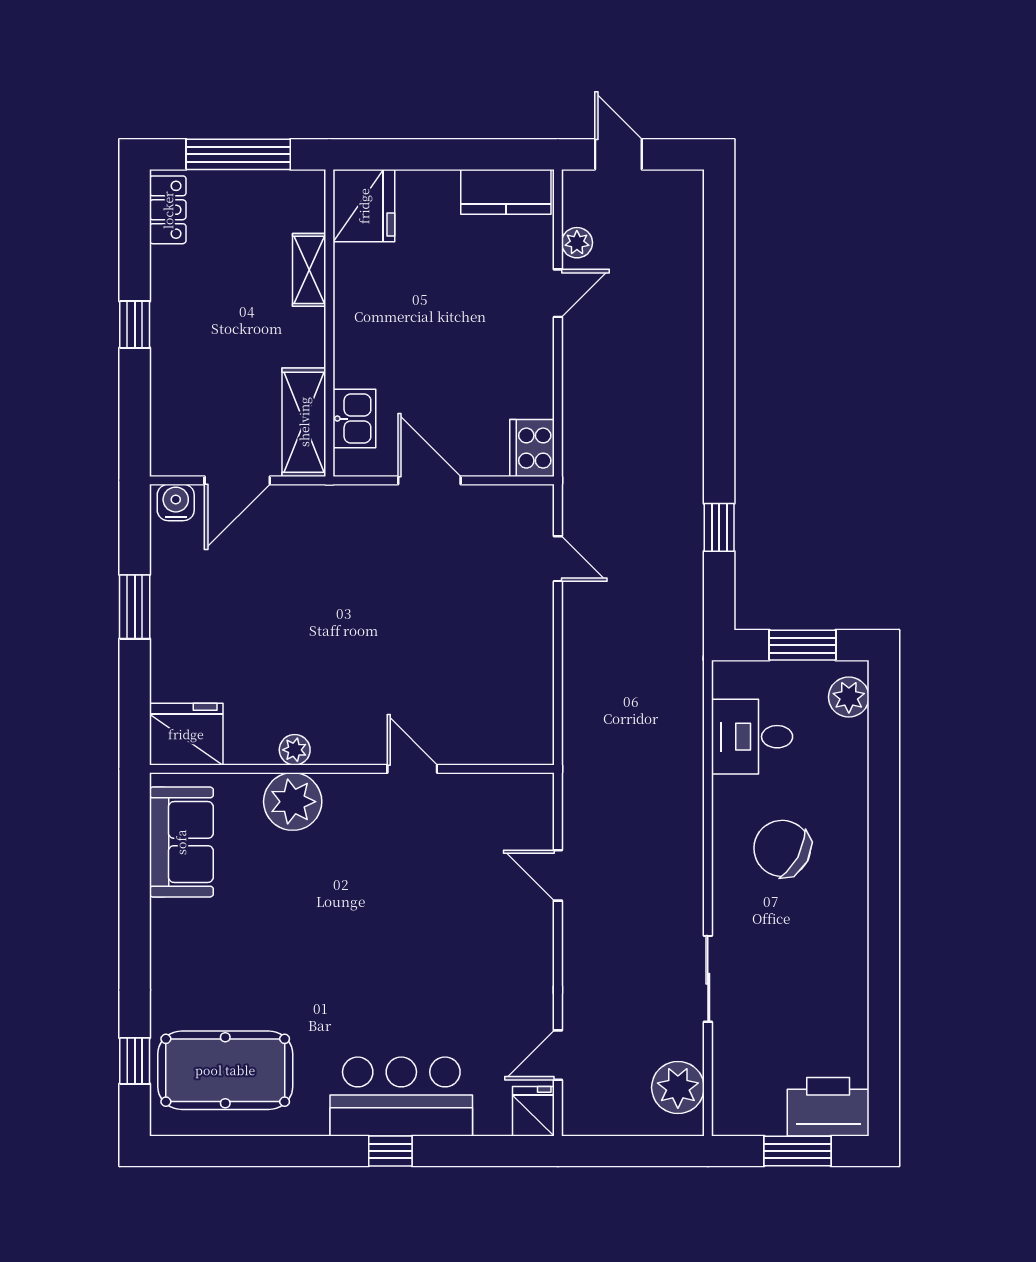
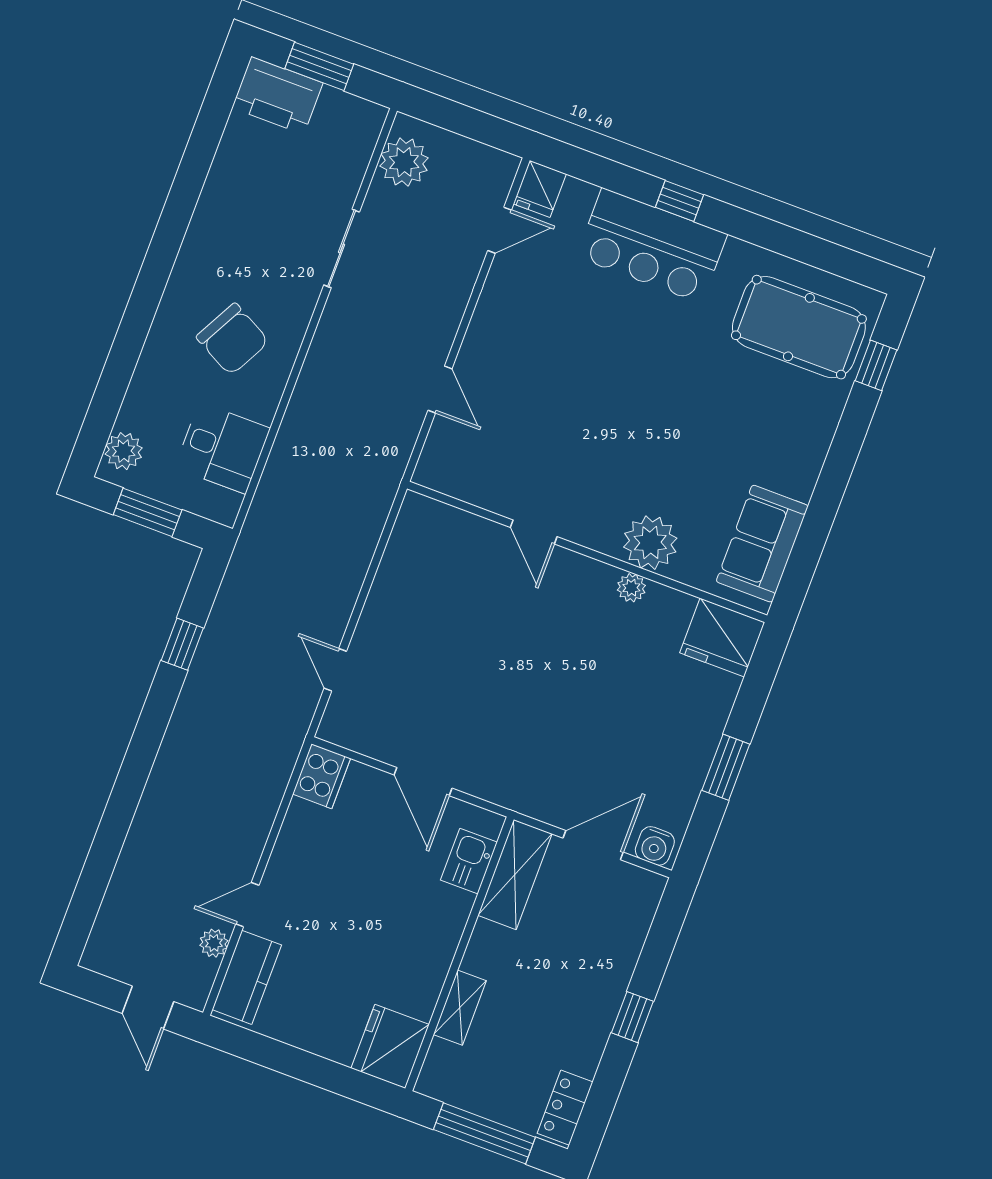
kitchen counter: (506, 192) -> (247, 977), moved, turned 90

